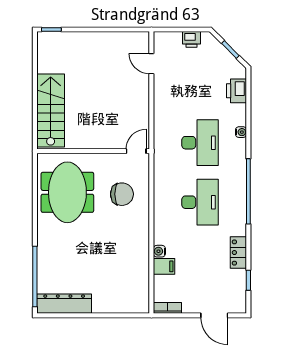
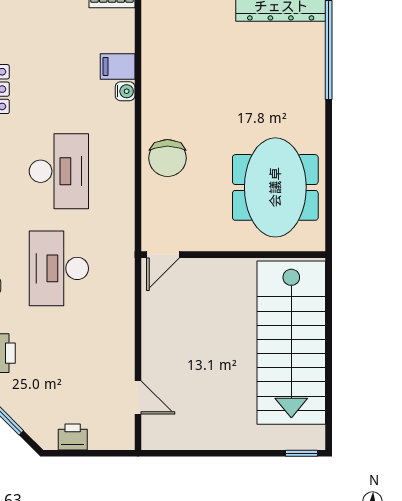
stairs: (51, 111) -> (291, 343), width x1.36, depth x1.51
chair: (122, 194) -> (168, 158), moved, turned -90
desk: (200, 202) -> (59, 171), turned 180

